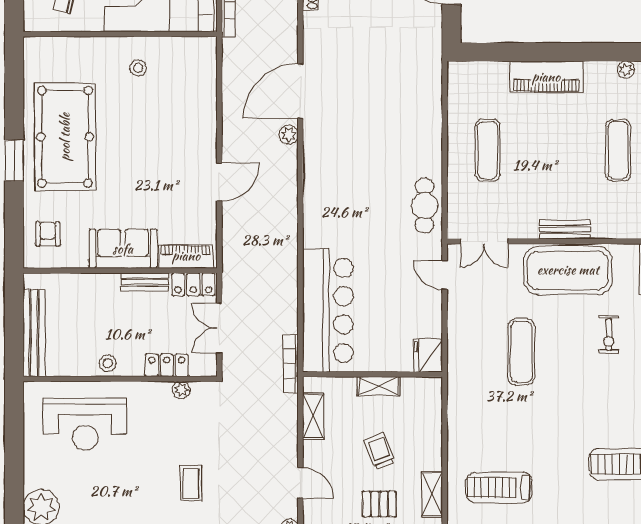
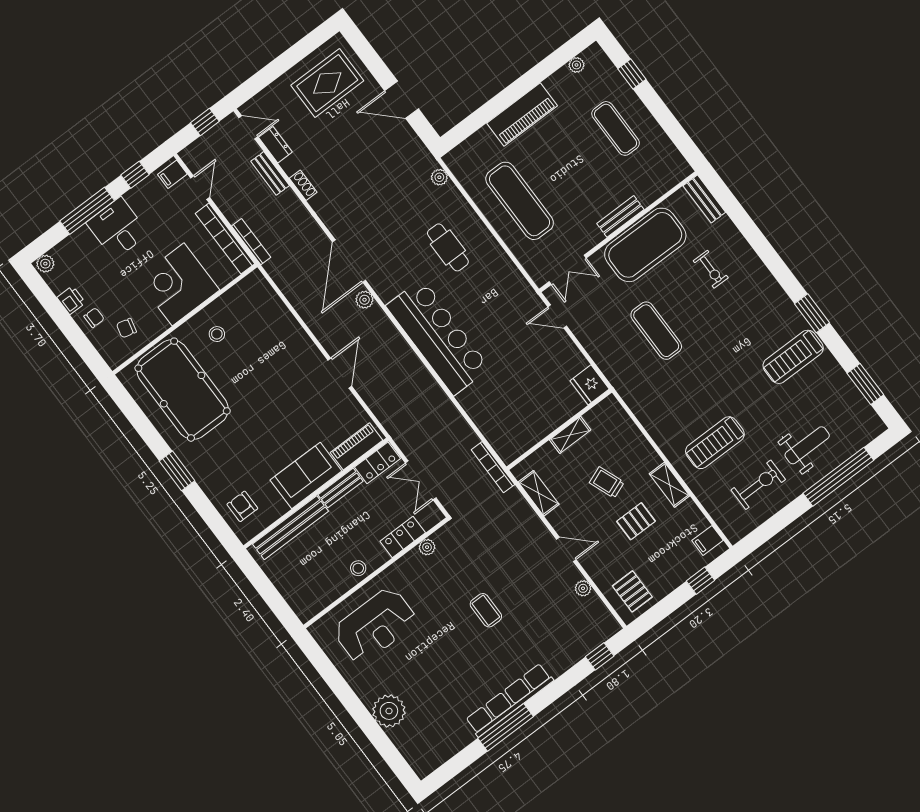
plant: (434, 77) -> (439, 177), added
pool table: (65, 137) -> (183, 390), moved
exercise mat: (488, 150) -> (520, 201), width x1.36, depth x1.45
cafe table: (425, 206) -> (448, 247), moved
bar counter: (328, 310) -> (438, 337), moved
bench: (34, 333) -> (290, 528), moved, turned 90

